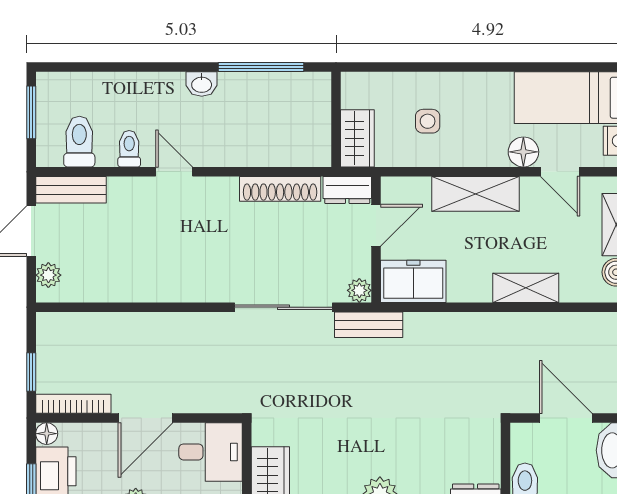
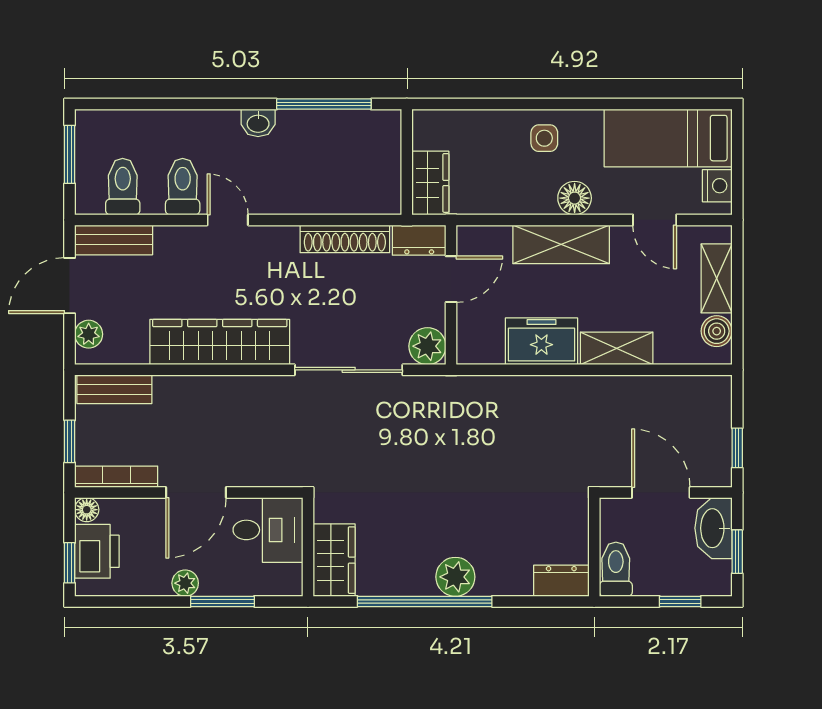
side table: (428, 121) -> (544, 138), moved
toilet: (129, 149) -> (183, 187), width x1.37, depth x1.39
floor lamp: (523, 152) -> (575, 198), moved
freezer: (413, 281) -> (541, 341), moved
wardrobe: (167, 282) -> (220, 342), added
plant: (359, 290) -> (427, 346), width x1.38, depth x1.38
bench: (369, 325) -> (114, 389), moved

